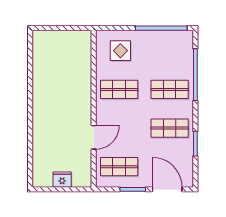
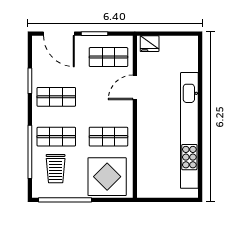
display table: (120, 51) -> (107, 177), width x1.86, depth x1.86
trolley: (170, 58) -> (56, 169), added
kitchen unit: (41, 95) -> (189, 130), added
fridge: (62, 180) -> (150, 44), moved

